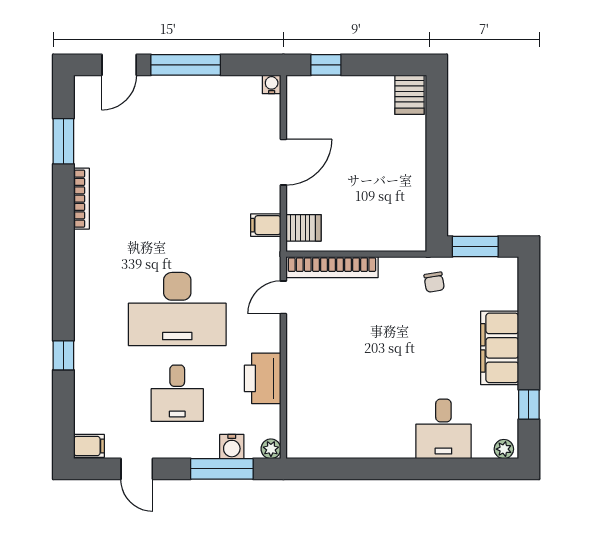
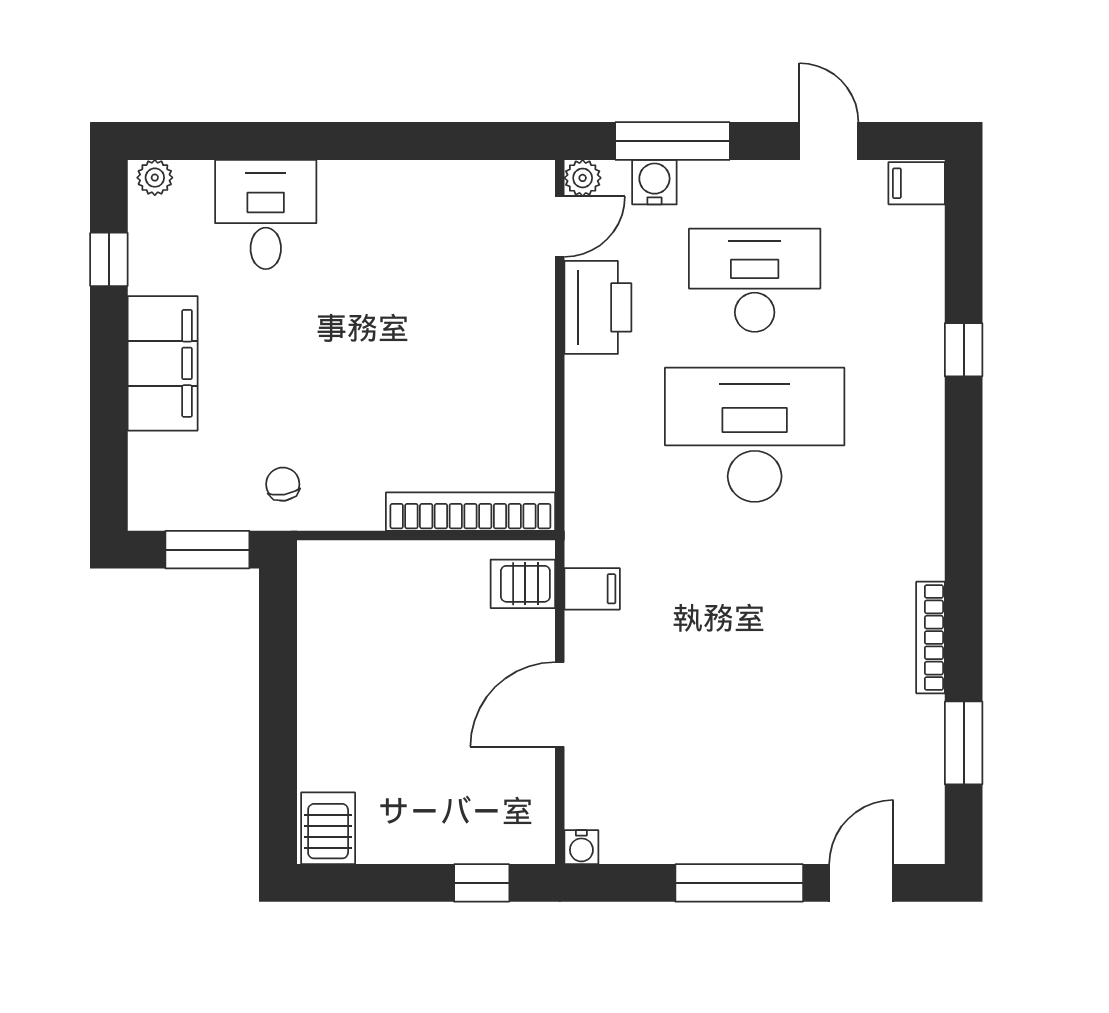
door: (283, 297) -> (560, 227), moved
desk: (177, 393) -> (755, 280), width x1.37

